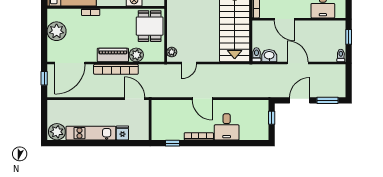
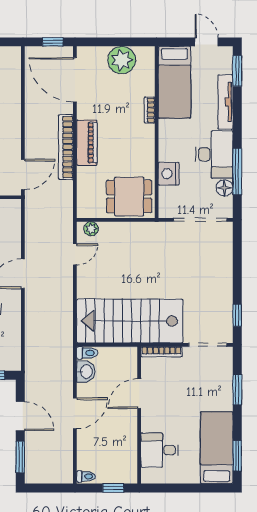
plant: (136, 55) -> (87, 177), removed
door: (189, 63) -> (75, 254), swing flipped

